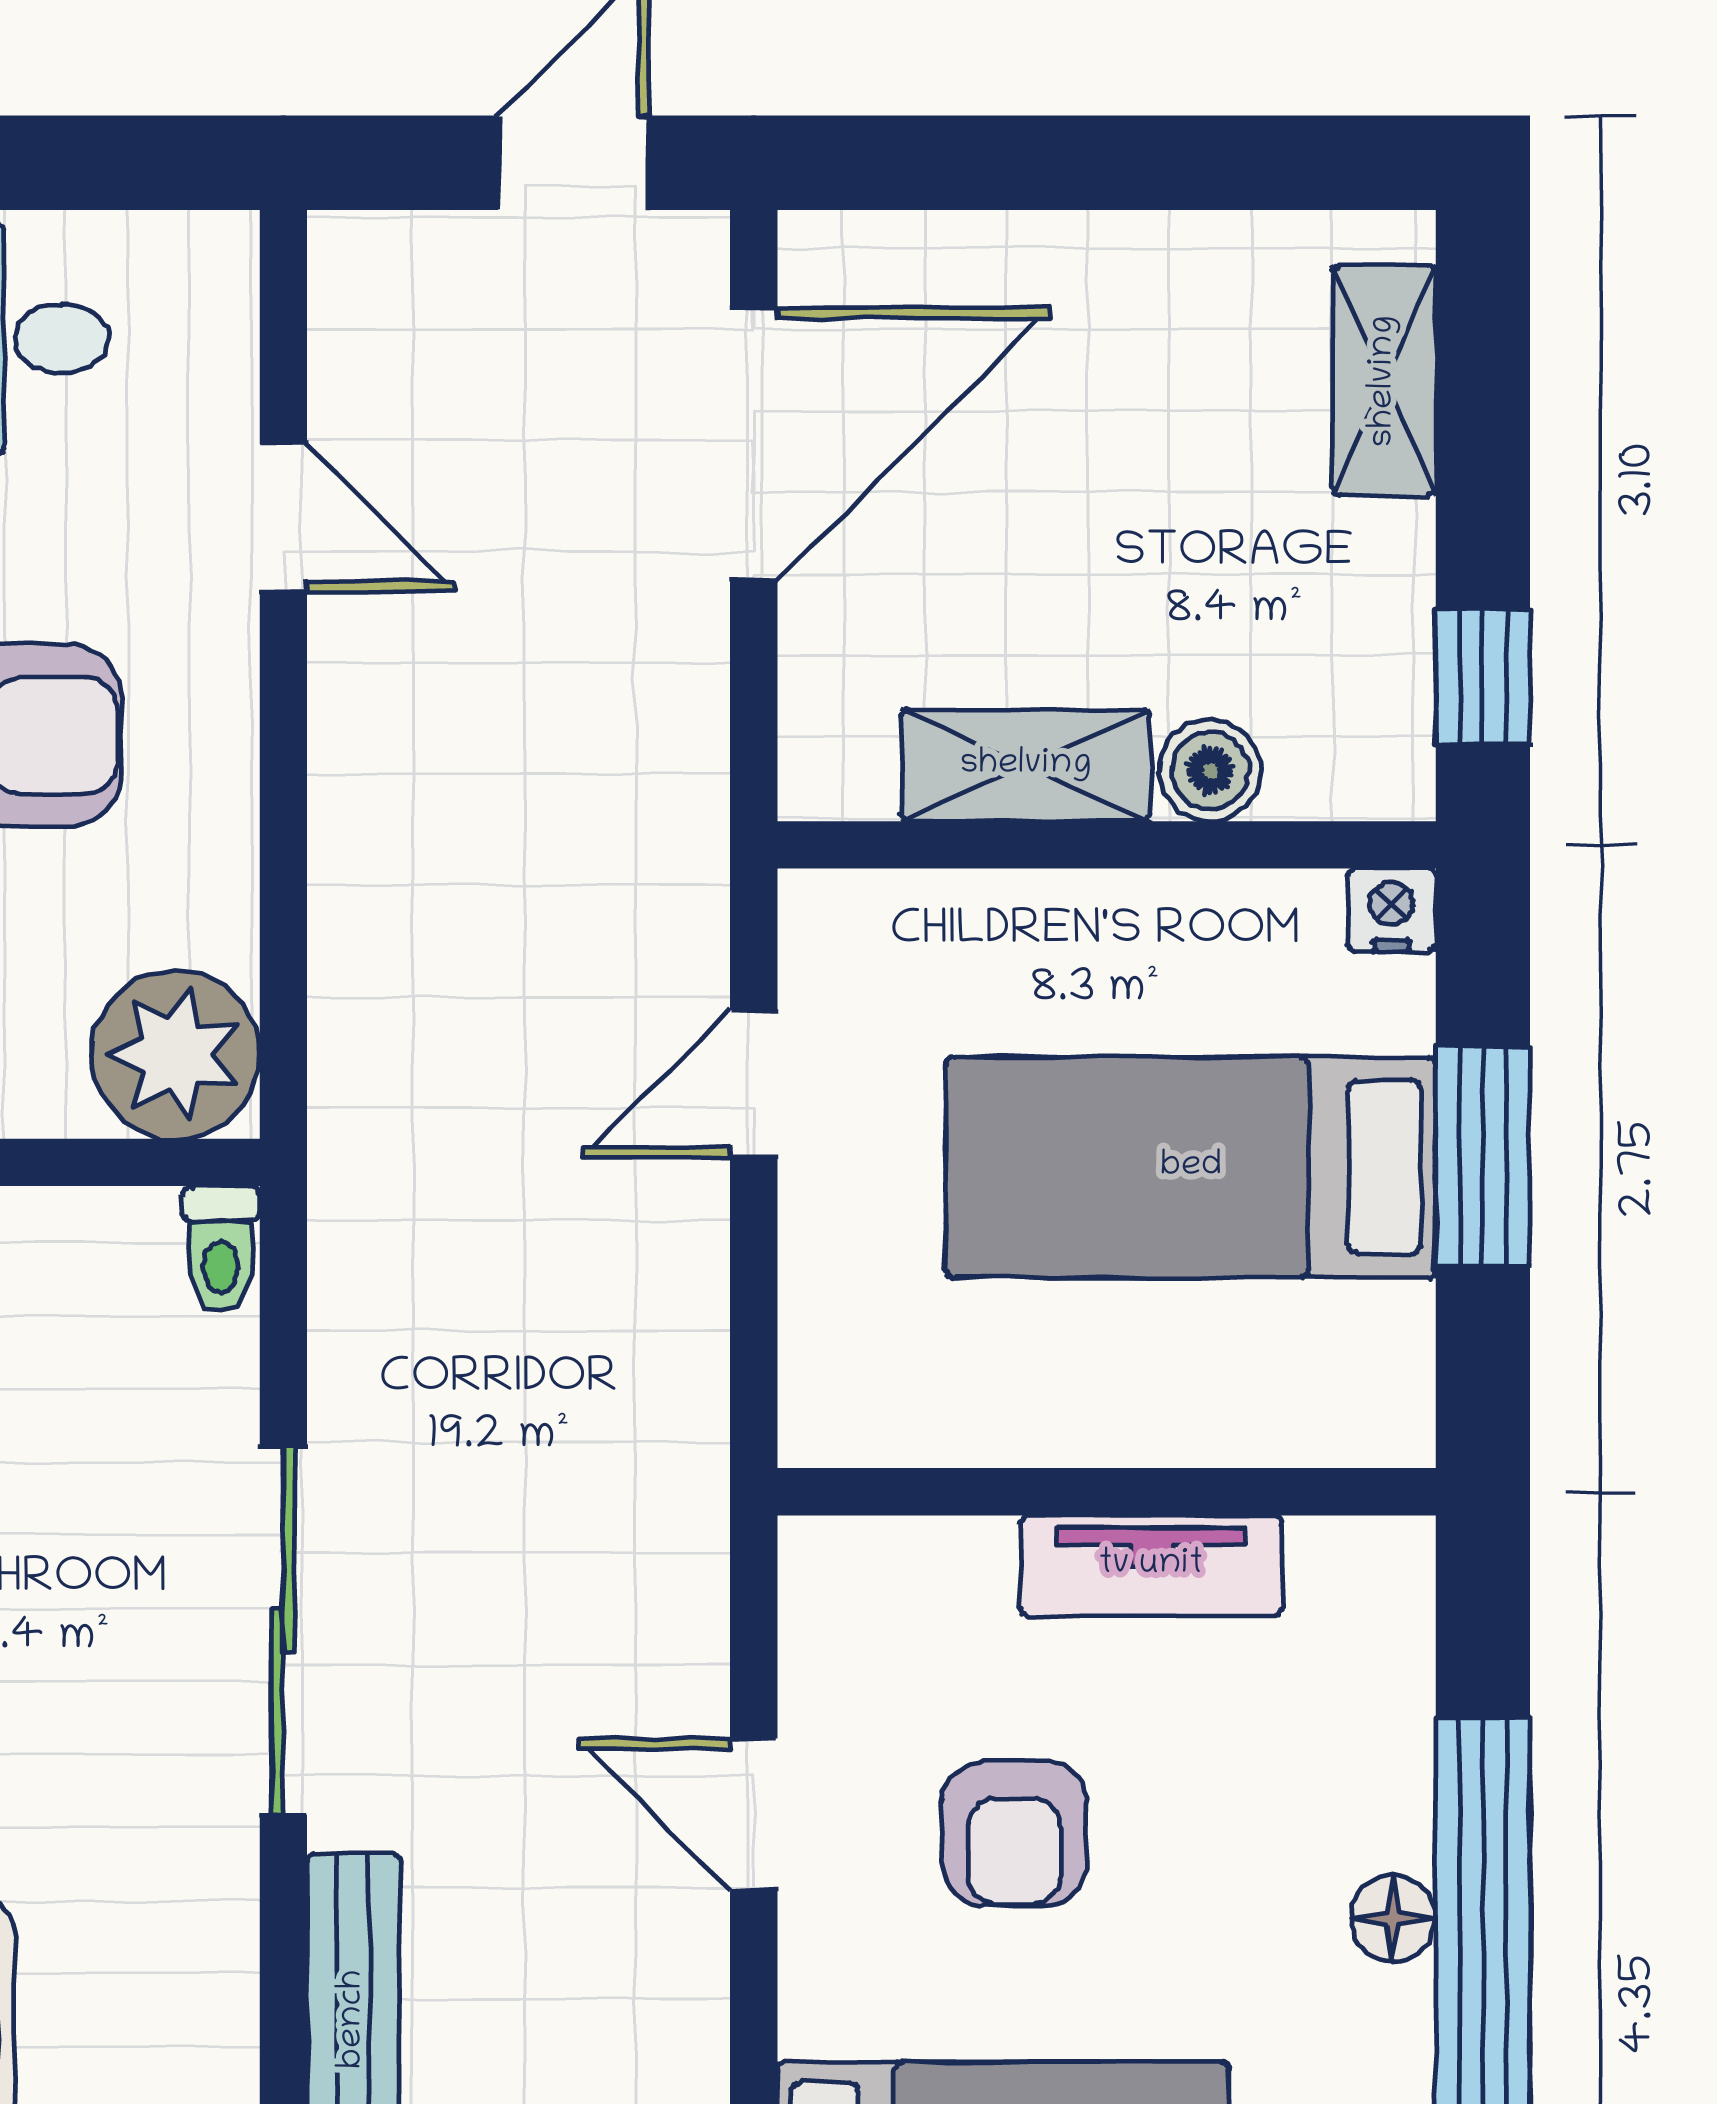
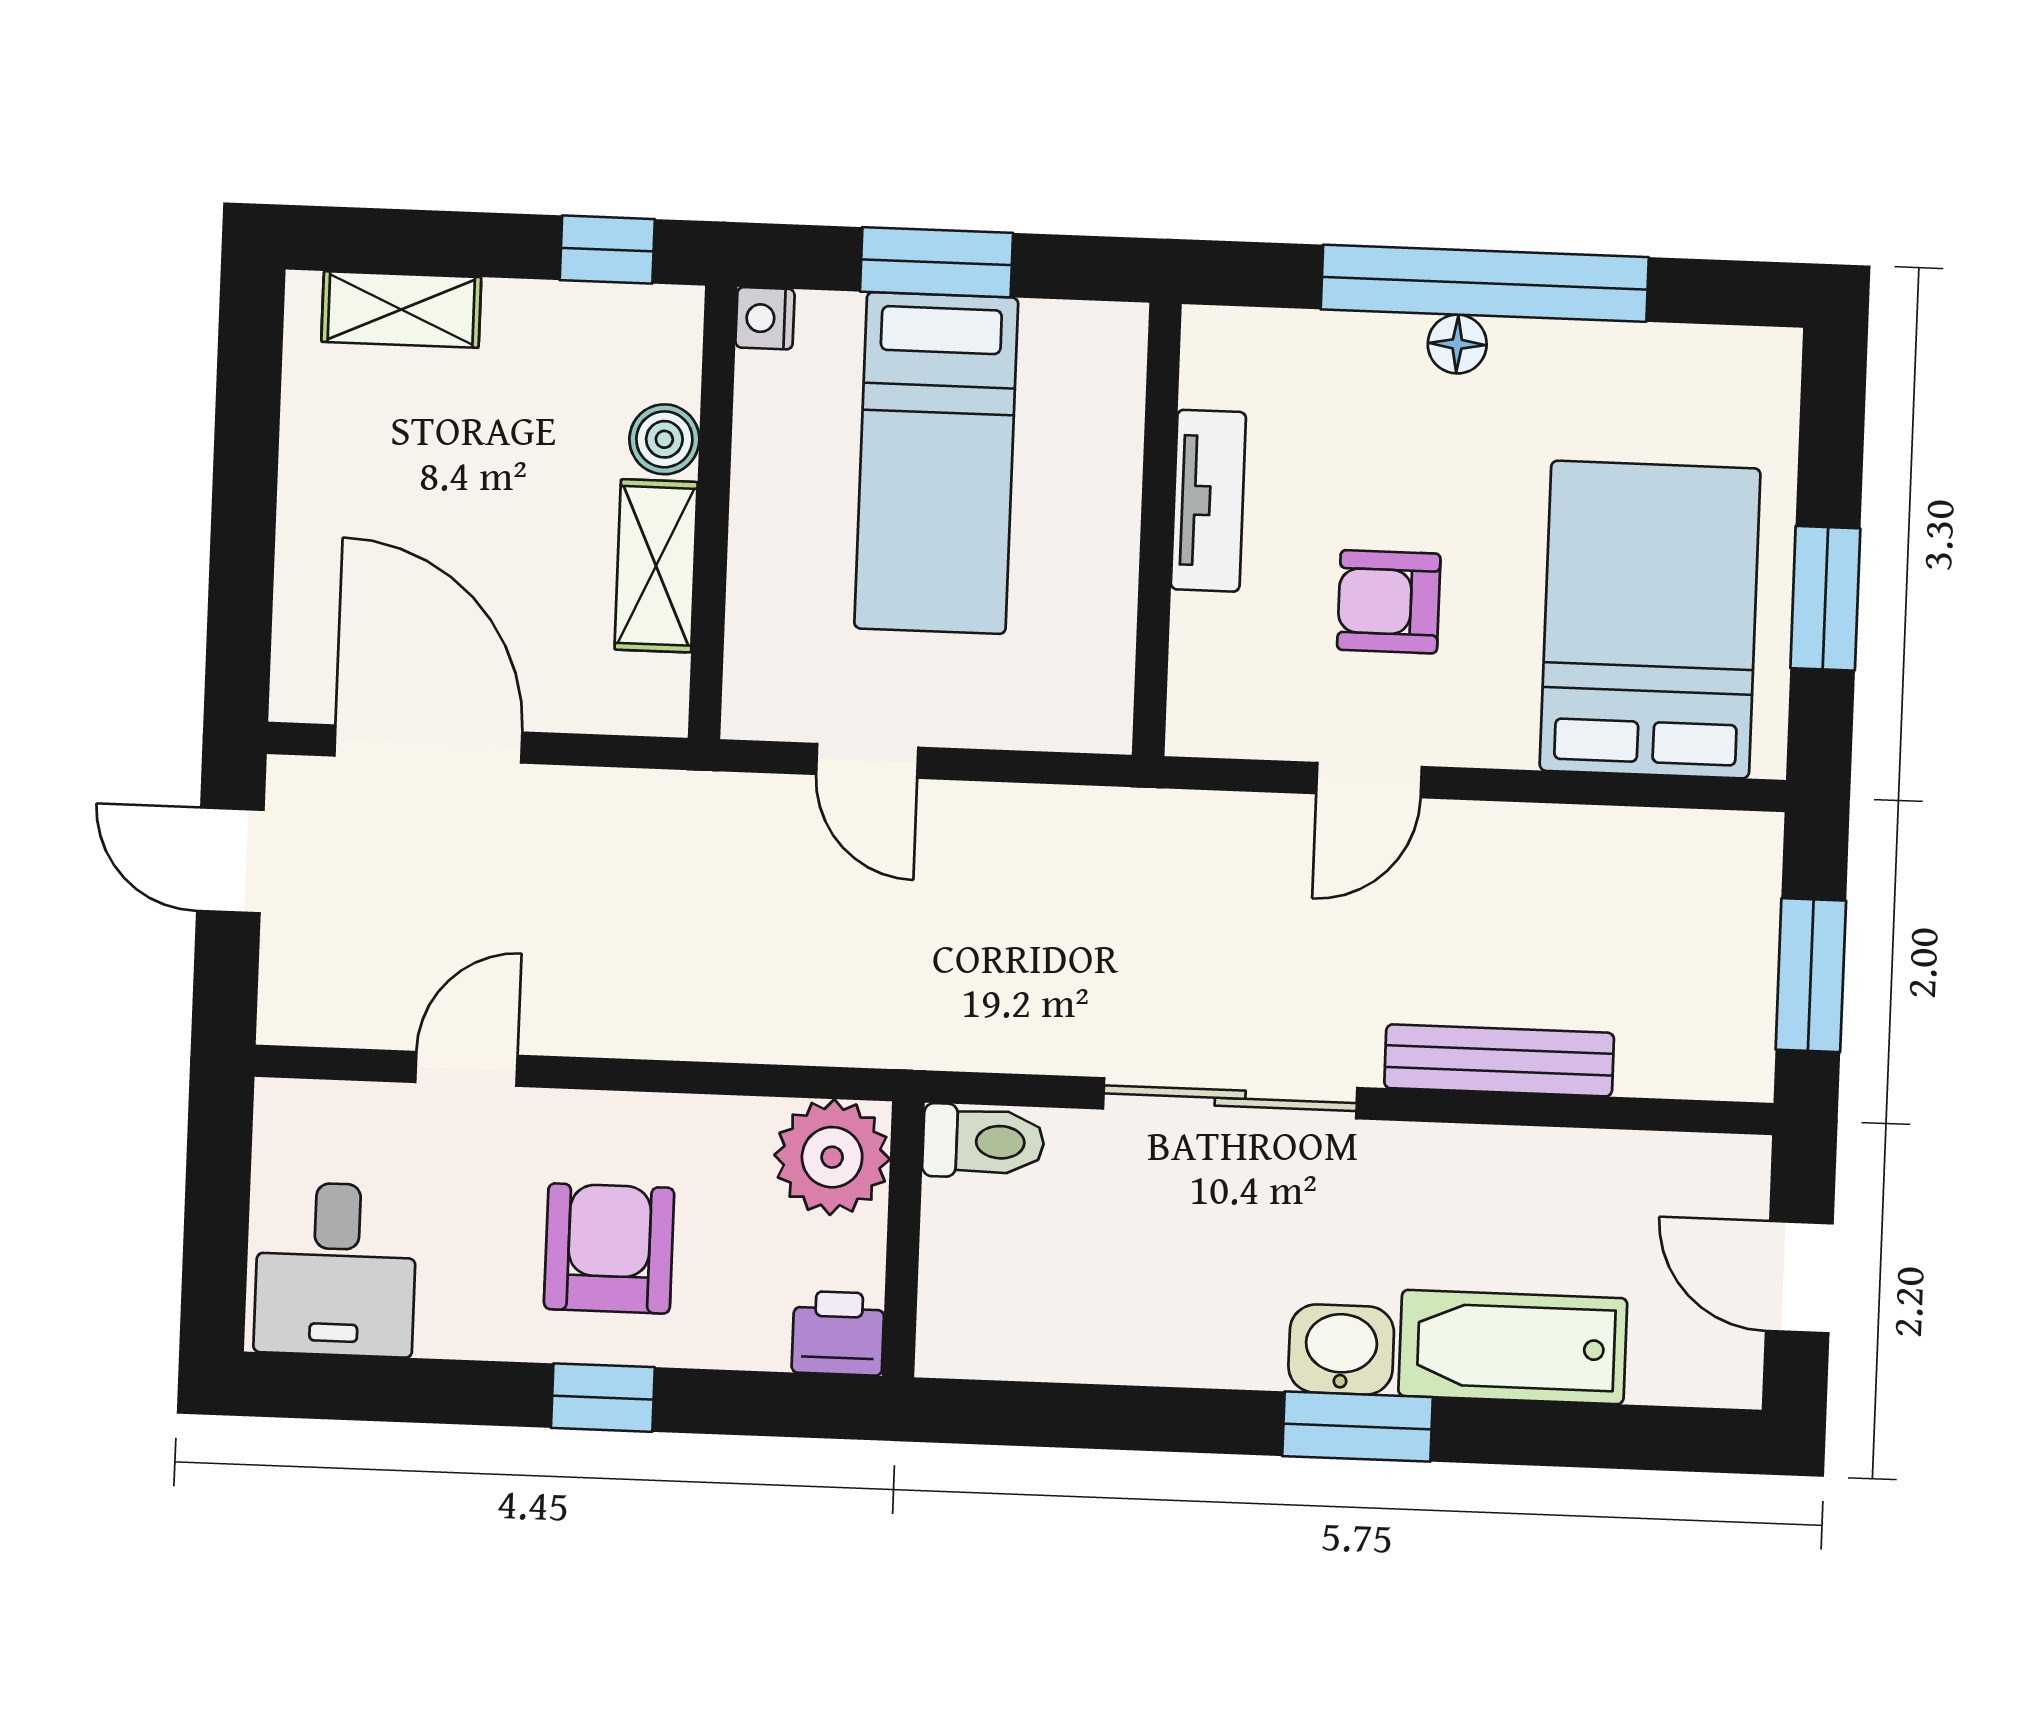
toilet: (221, 1249) -> (983, 1142), width x1.37, depth x1.39
armchair: (1014, 1833) -> (1389, 602), turned 180

